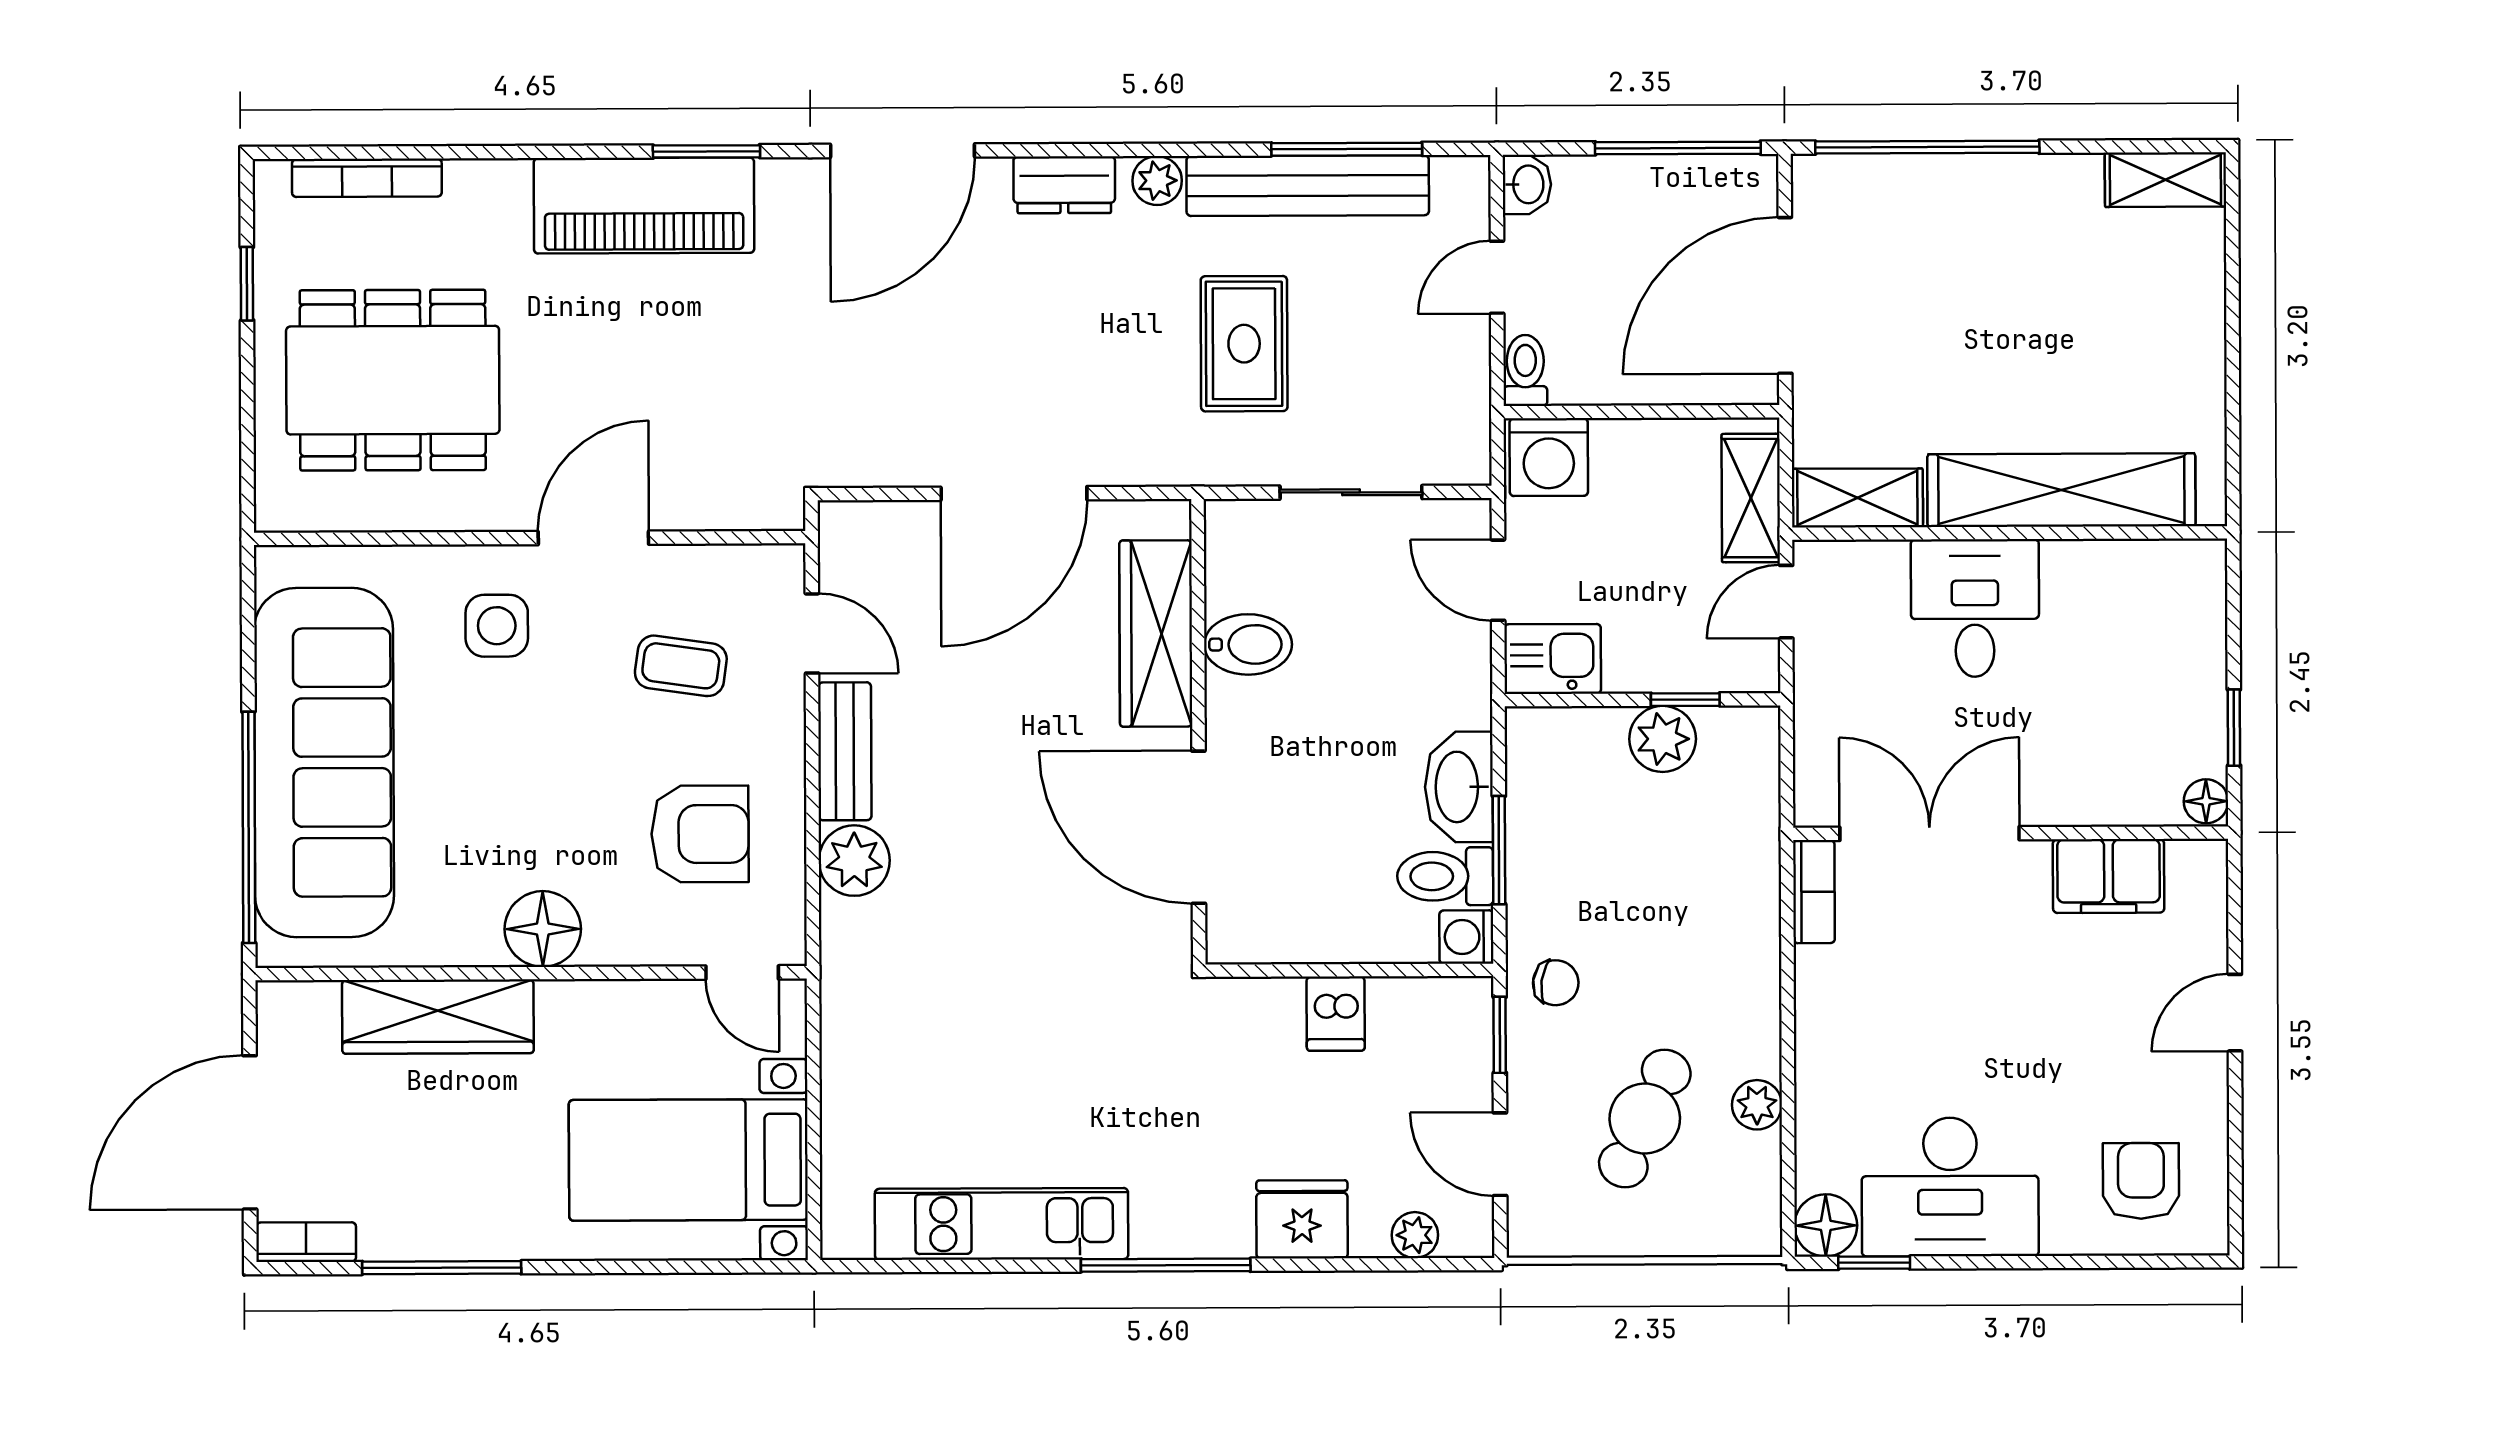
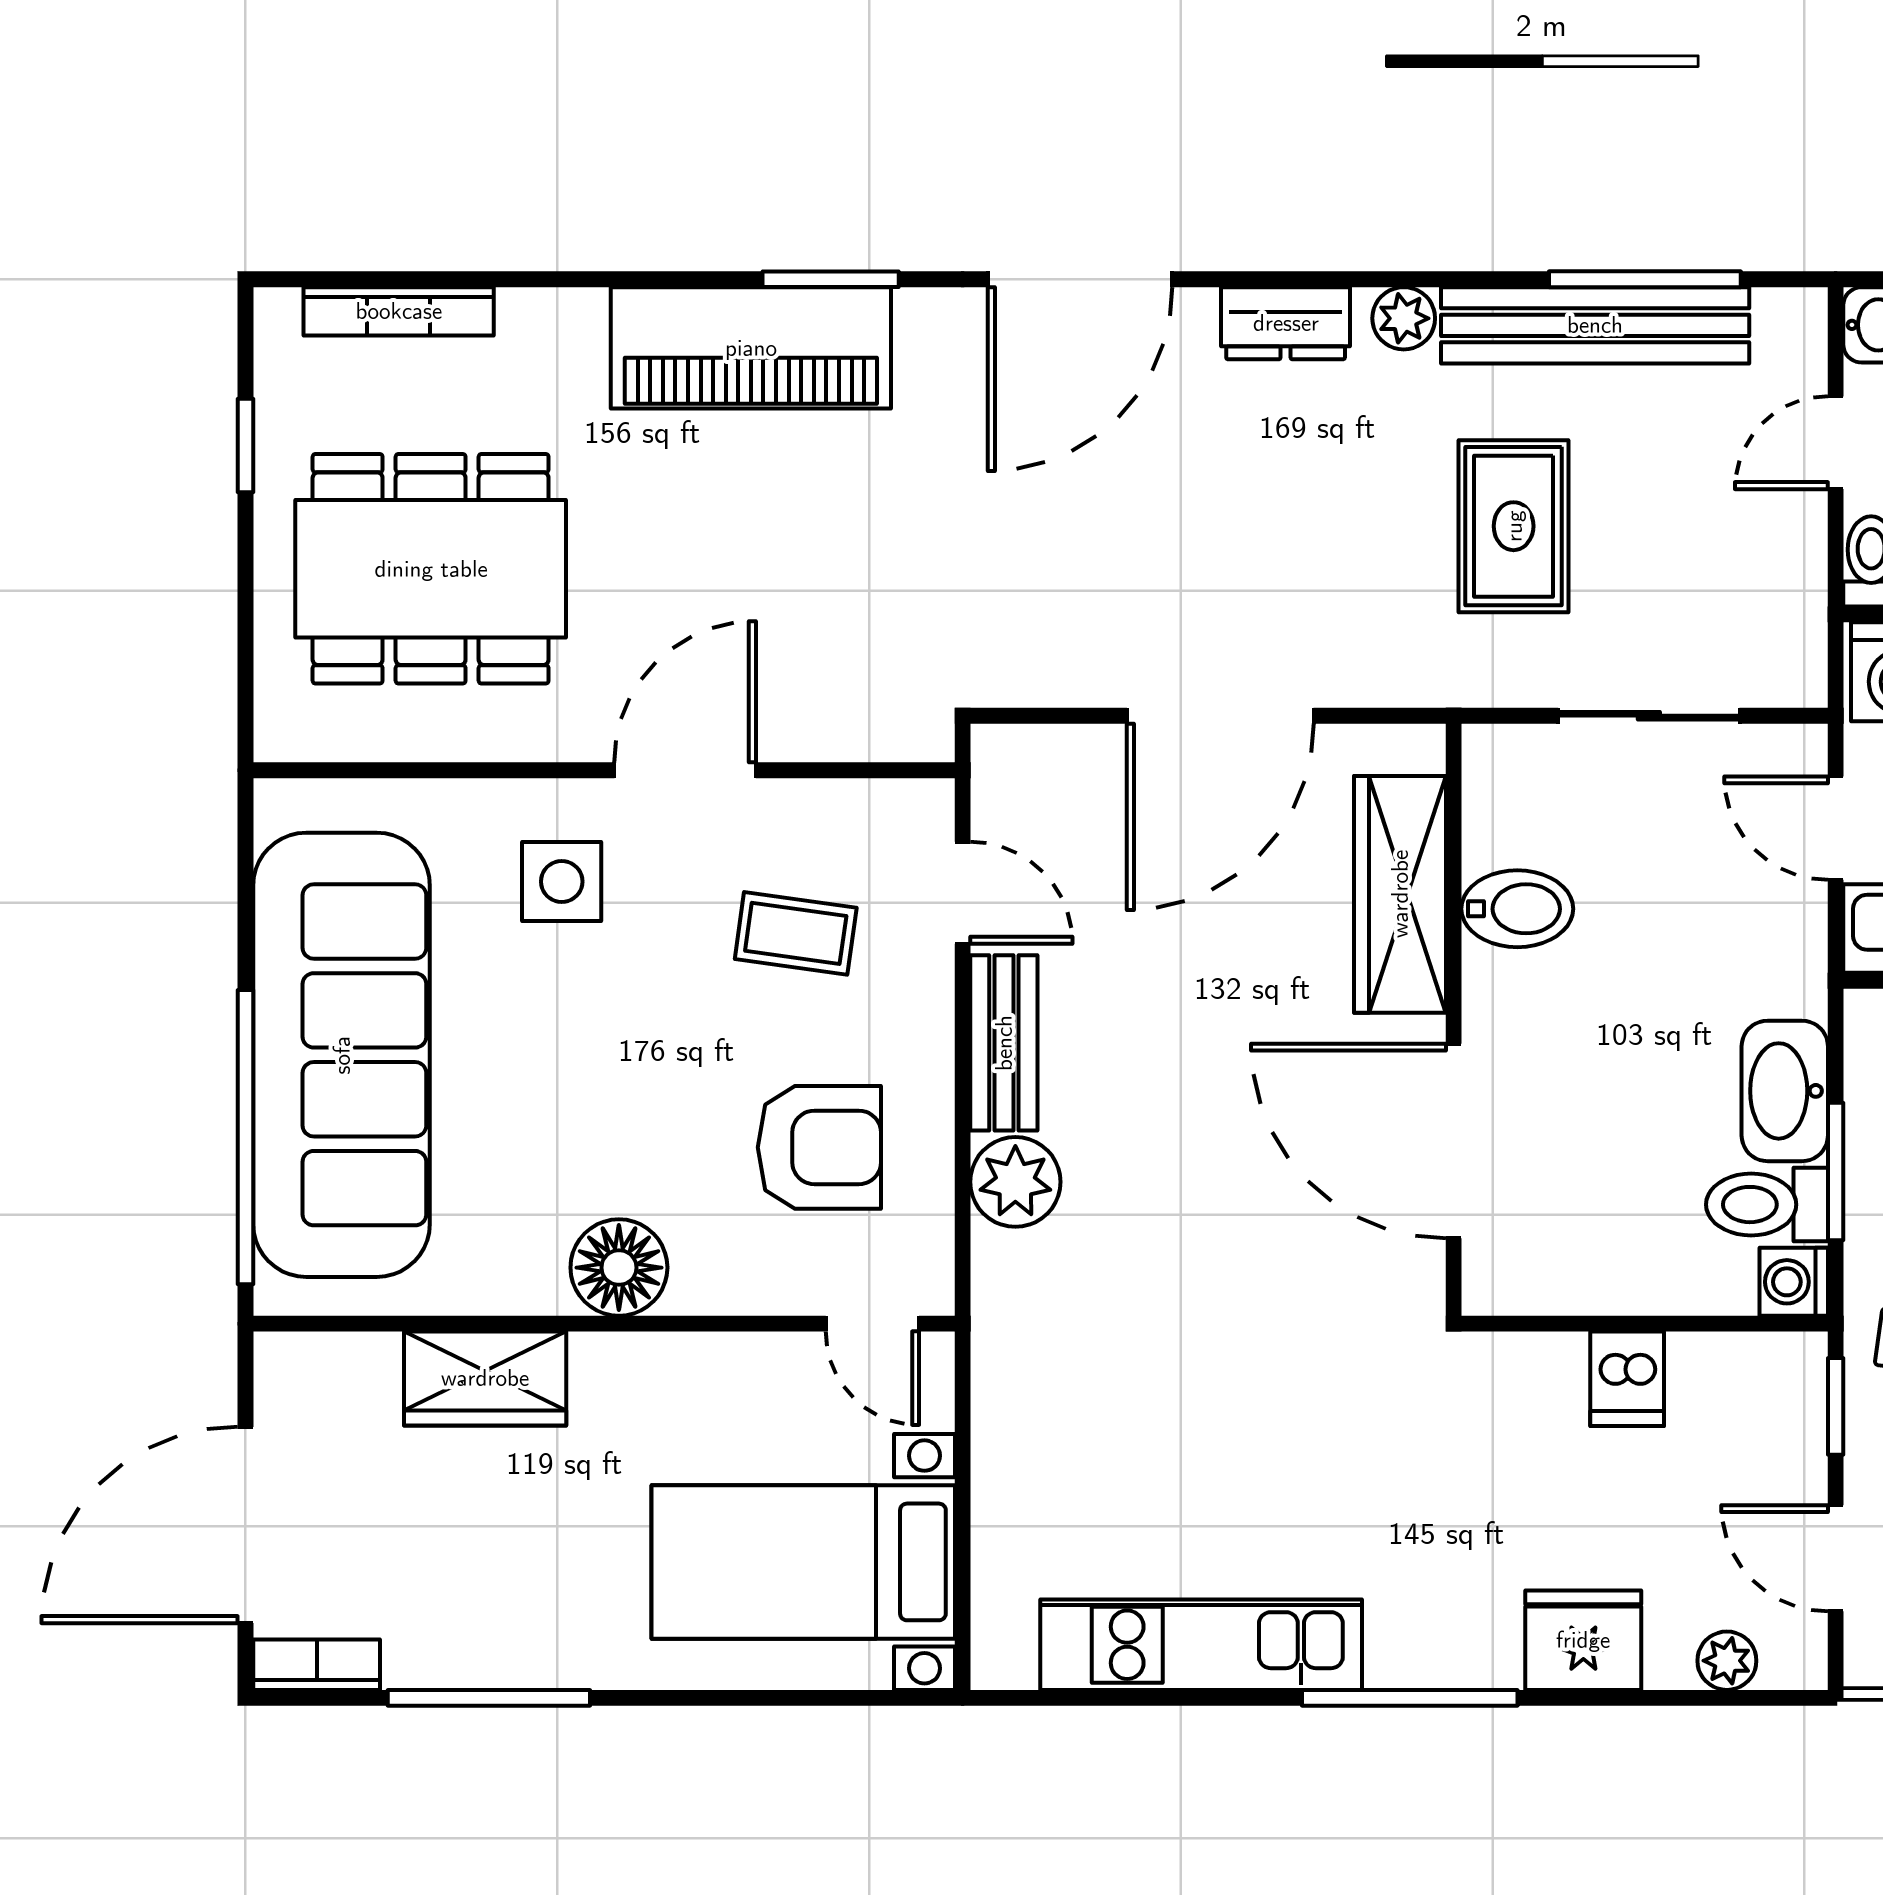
wardrobe: (438, 1017) -> (485, 1378), width x0.67

